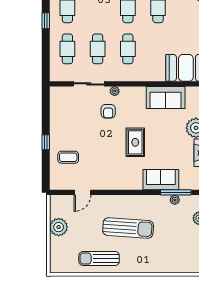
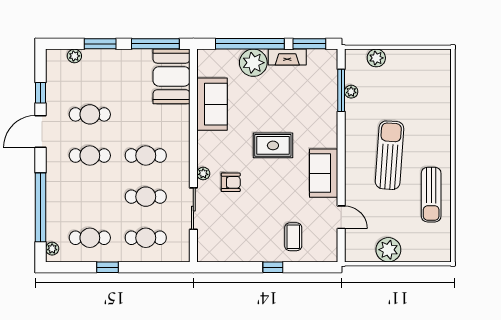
sofa: (161, 180) -> (324, 173), moved

